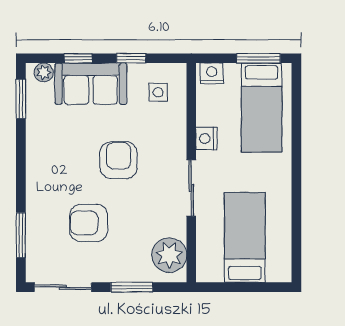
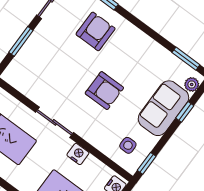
window: (131, 58) -> (147, 163), moved
armchair: (89, 223) -> (96, 31), moved
plant: (169, 255) -> (24, 79), removed

